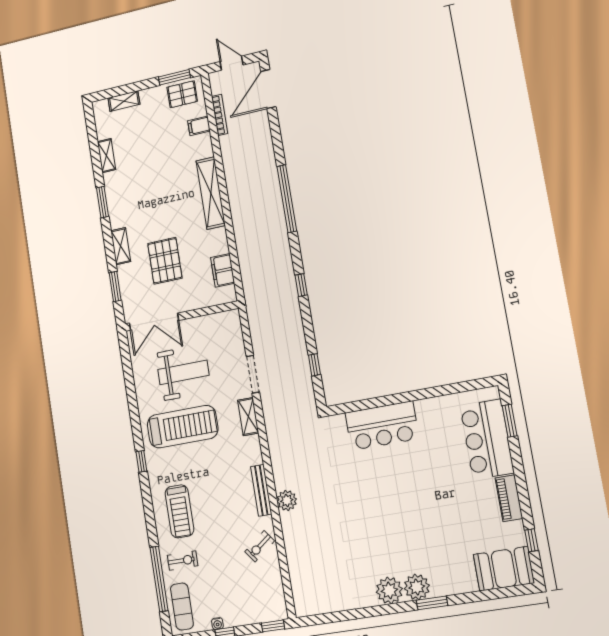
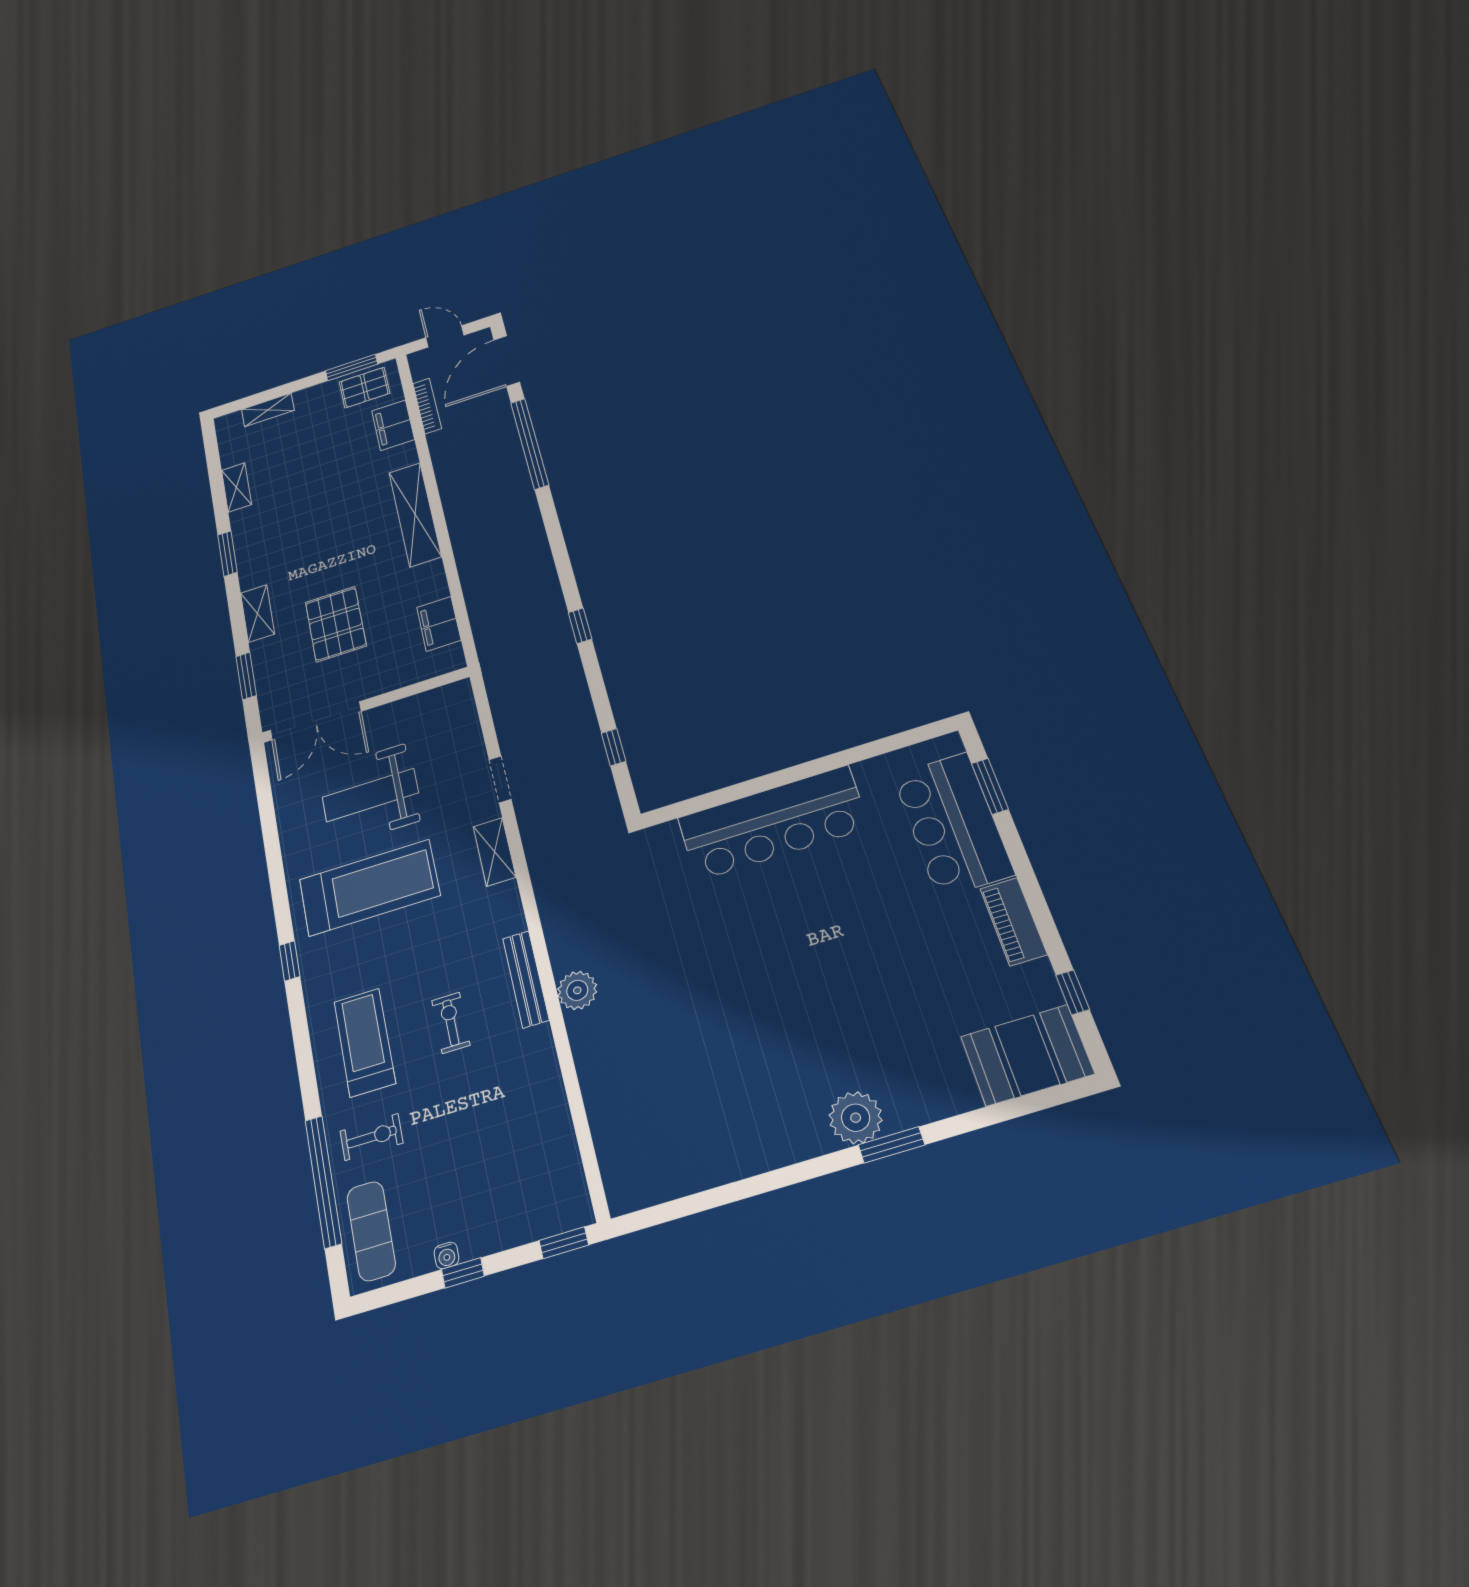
filing cabinet: (199, 126) -> (393, 425), width x2.00
window: (287, 199) -> (530, 443), moved
weight bench: (183, 372) -> (370, 795), turned 180
doorway: (253, 374) -> (500, 779), width x0.73
bar counter: (382, 426) -> (773, 823), width x1.36
treadmill: (179, 511) -> (365, 1042), turned 180
exercise bike: (260, 546) -> (451, 1023), moved, turned 127
plant: (389, 590) -> (800, 1133), removed

